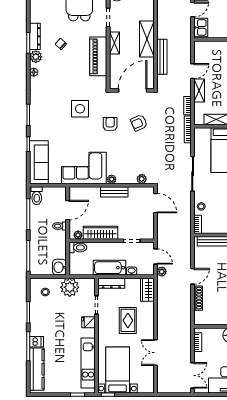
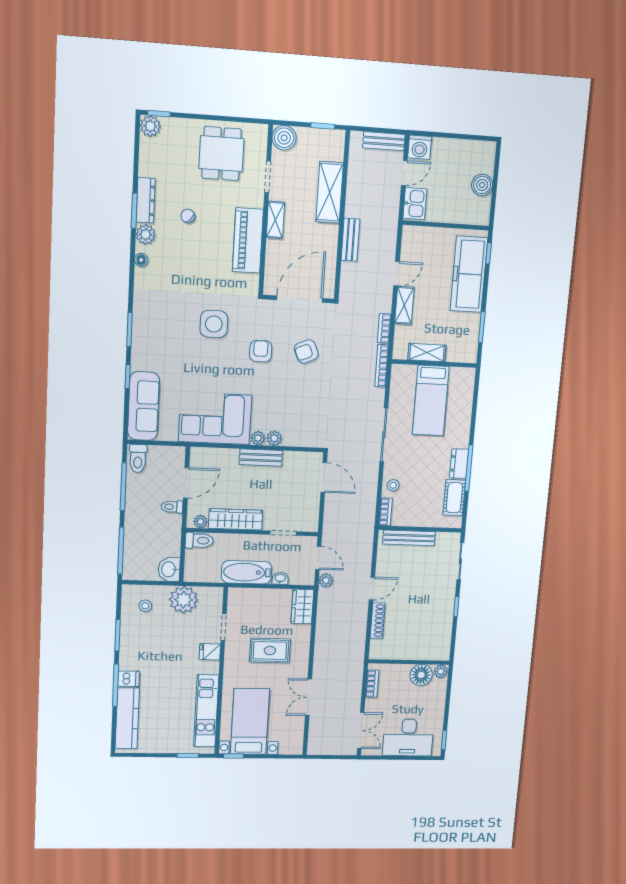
shelving: (147, 39) -> (330, 192), moved
bench: (162, 57) -> (350, 240), width x0.73
plant: (142, 179) -> (274, 438), moved
dresser: (111, 283) -> (248, 595), removed
rug: (128, 320) -> (270, 651), turned 90

